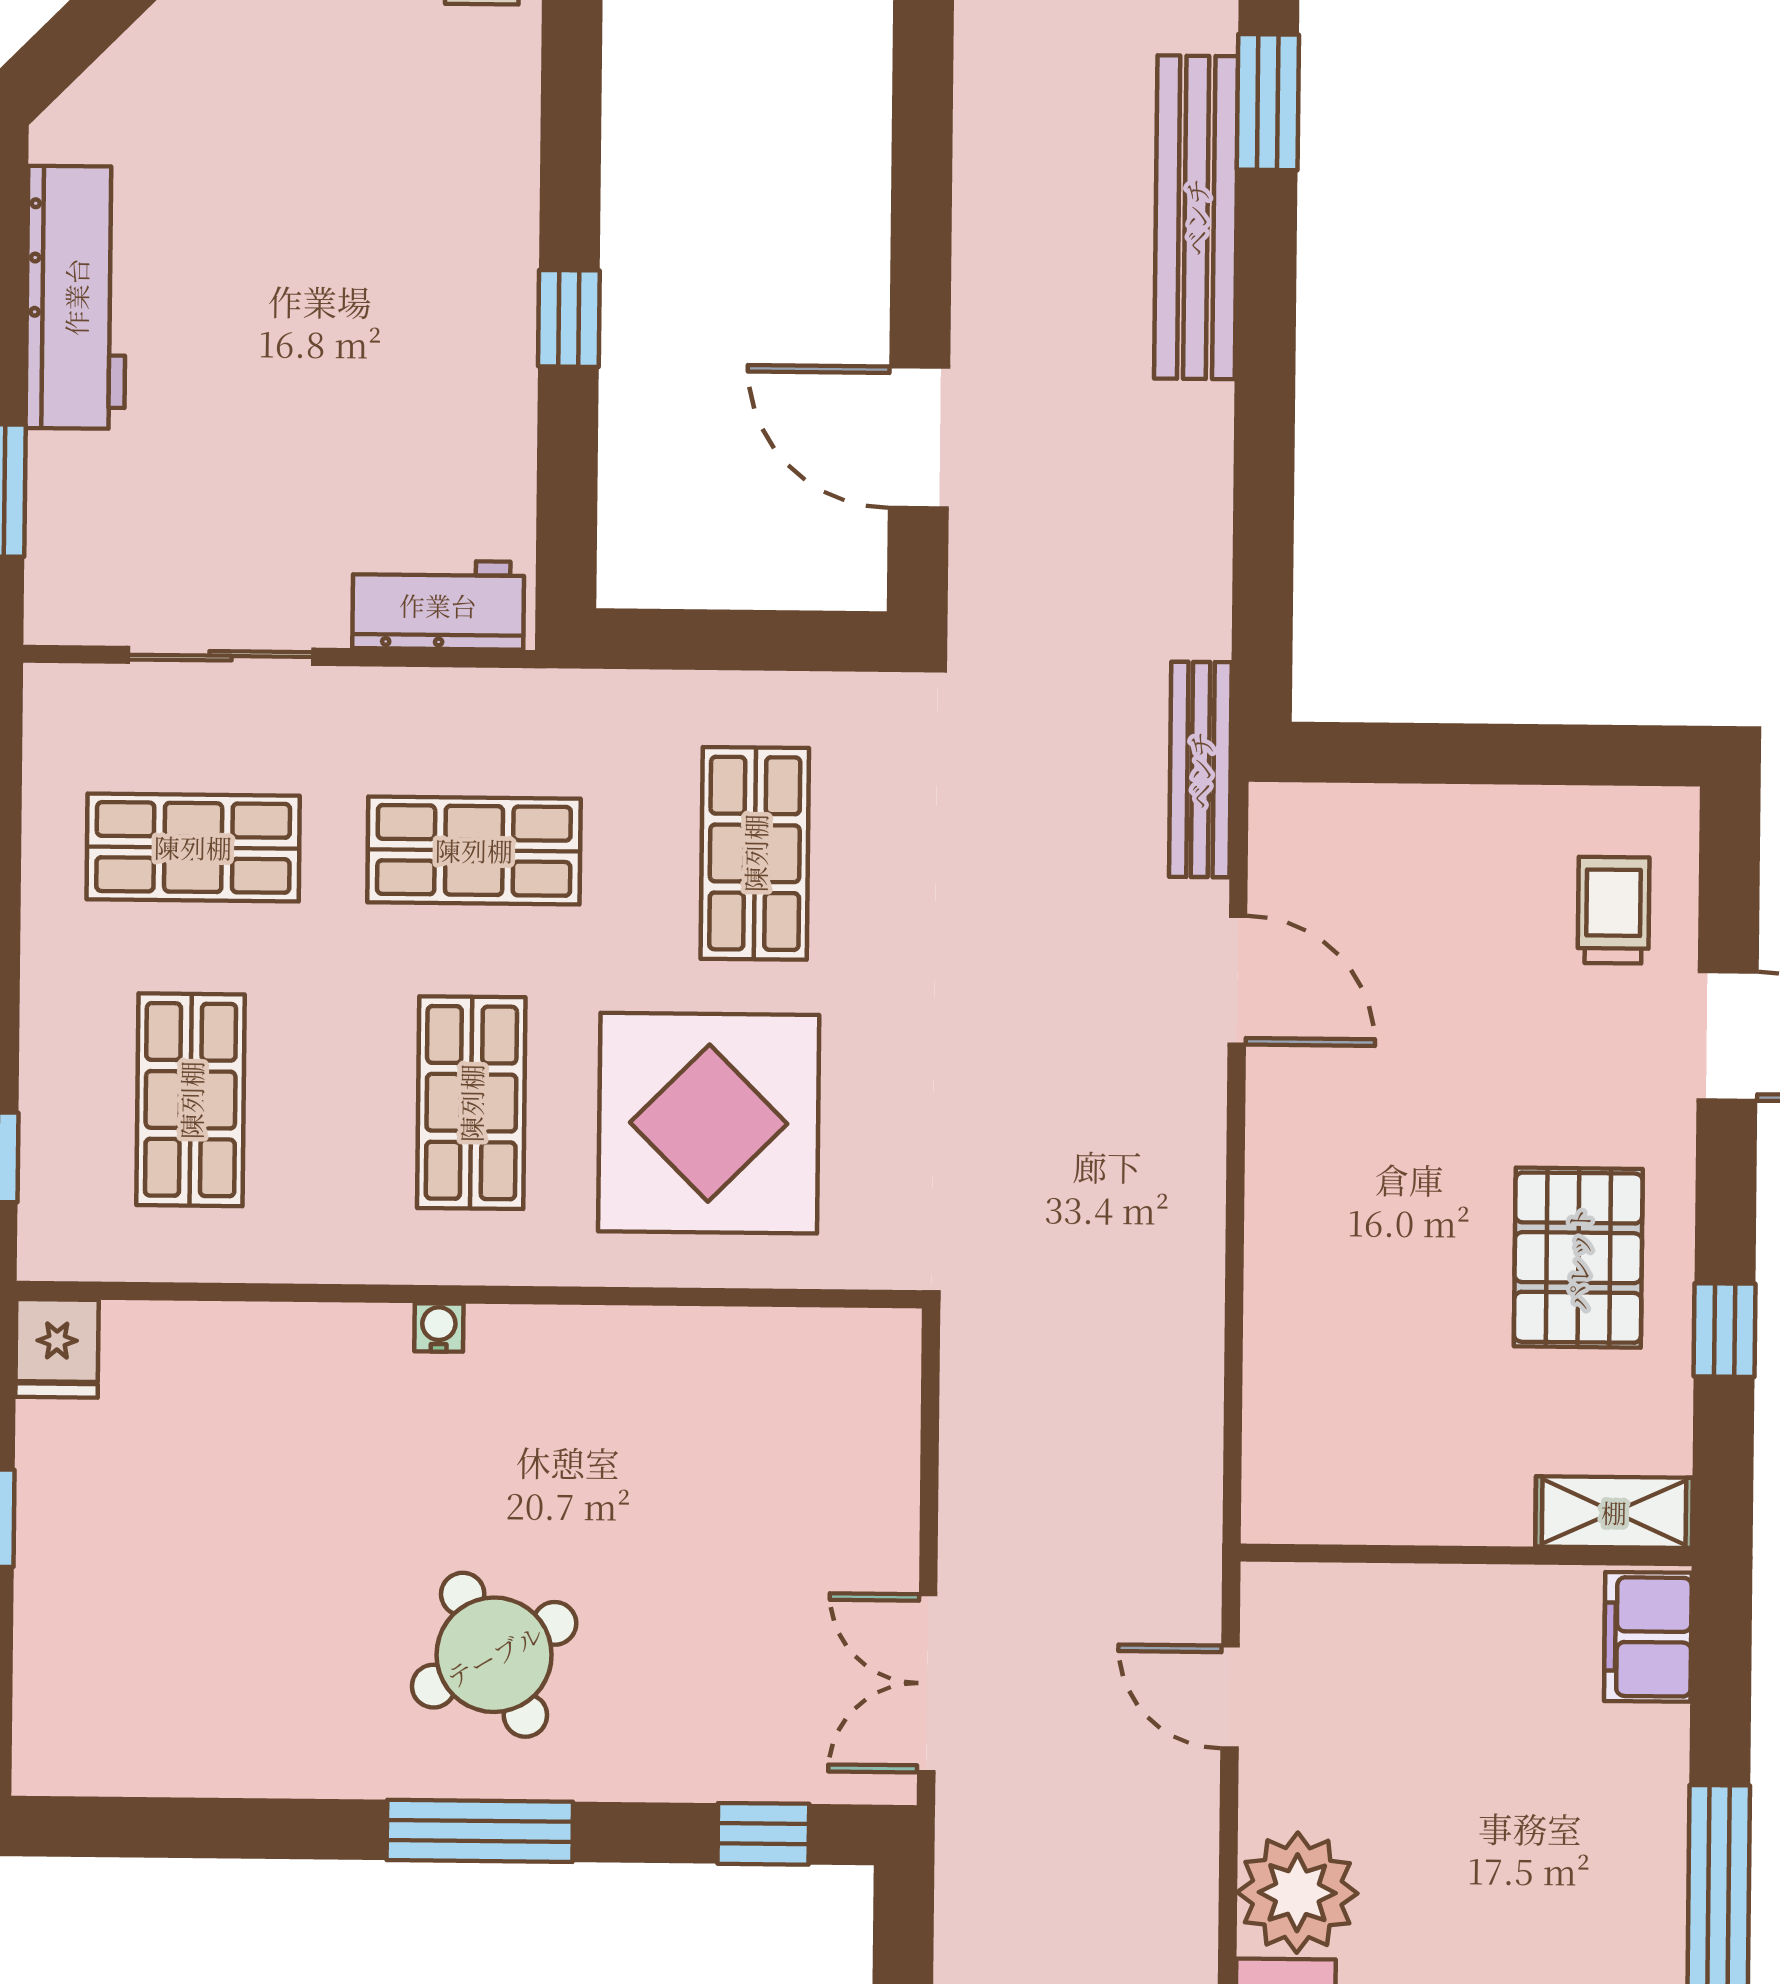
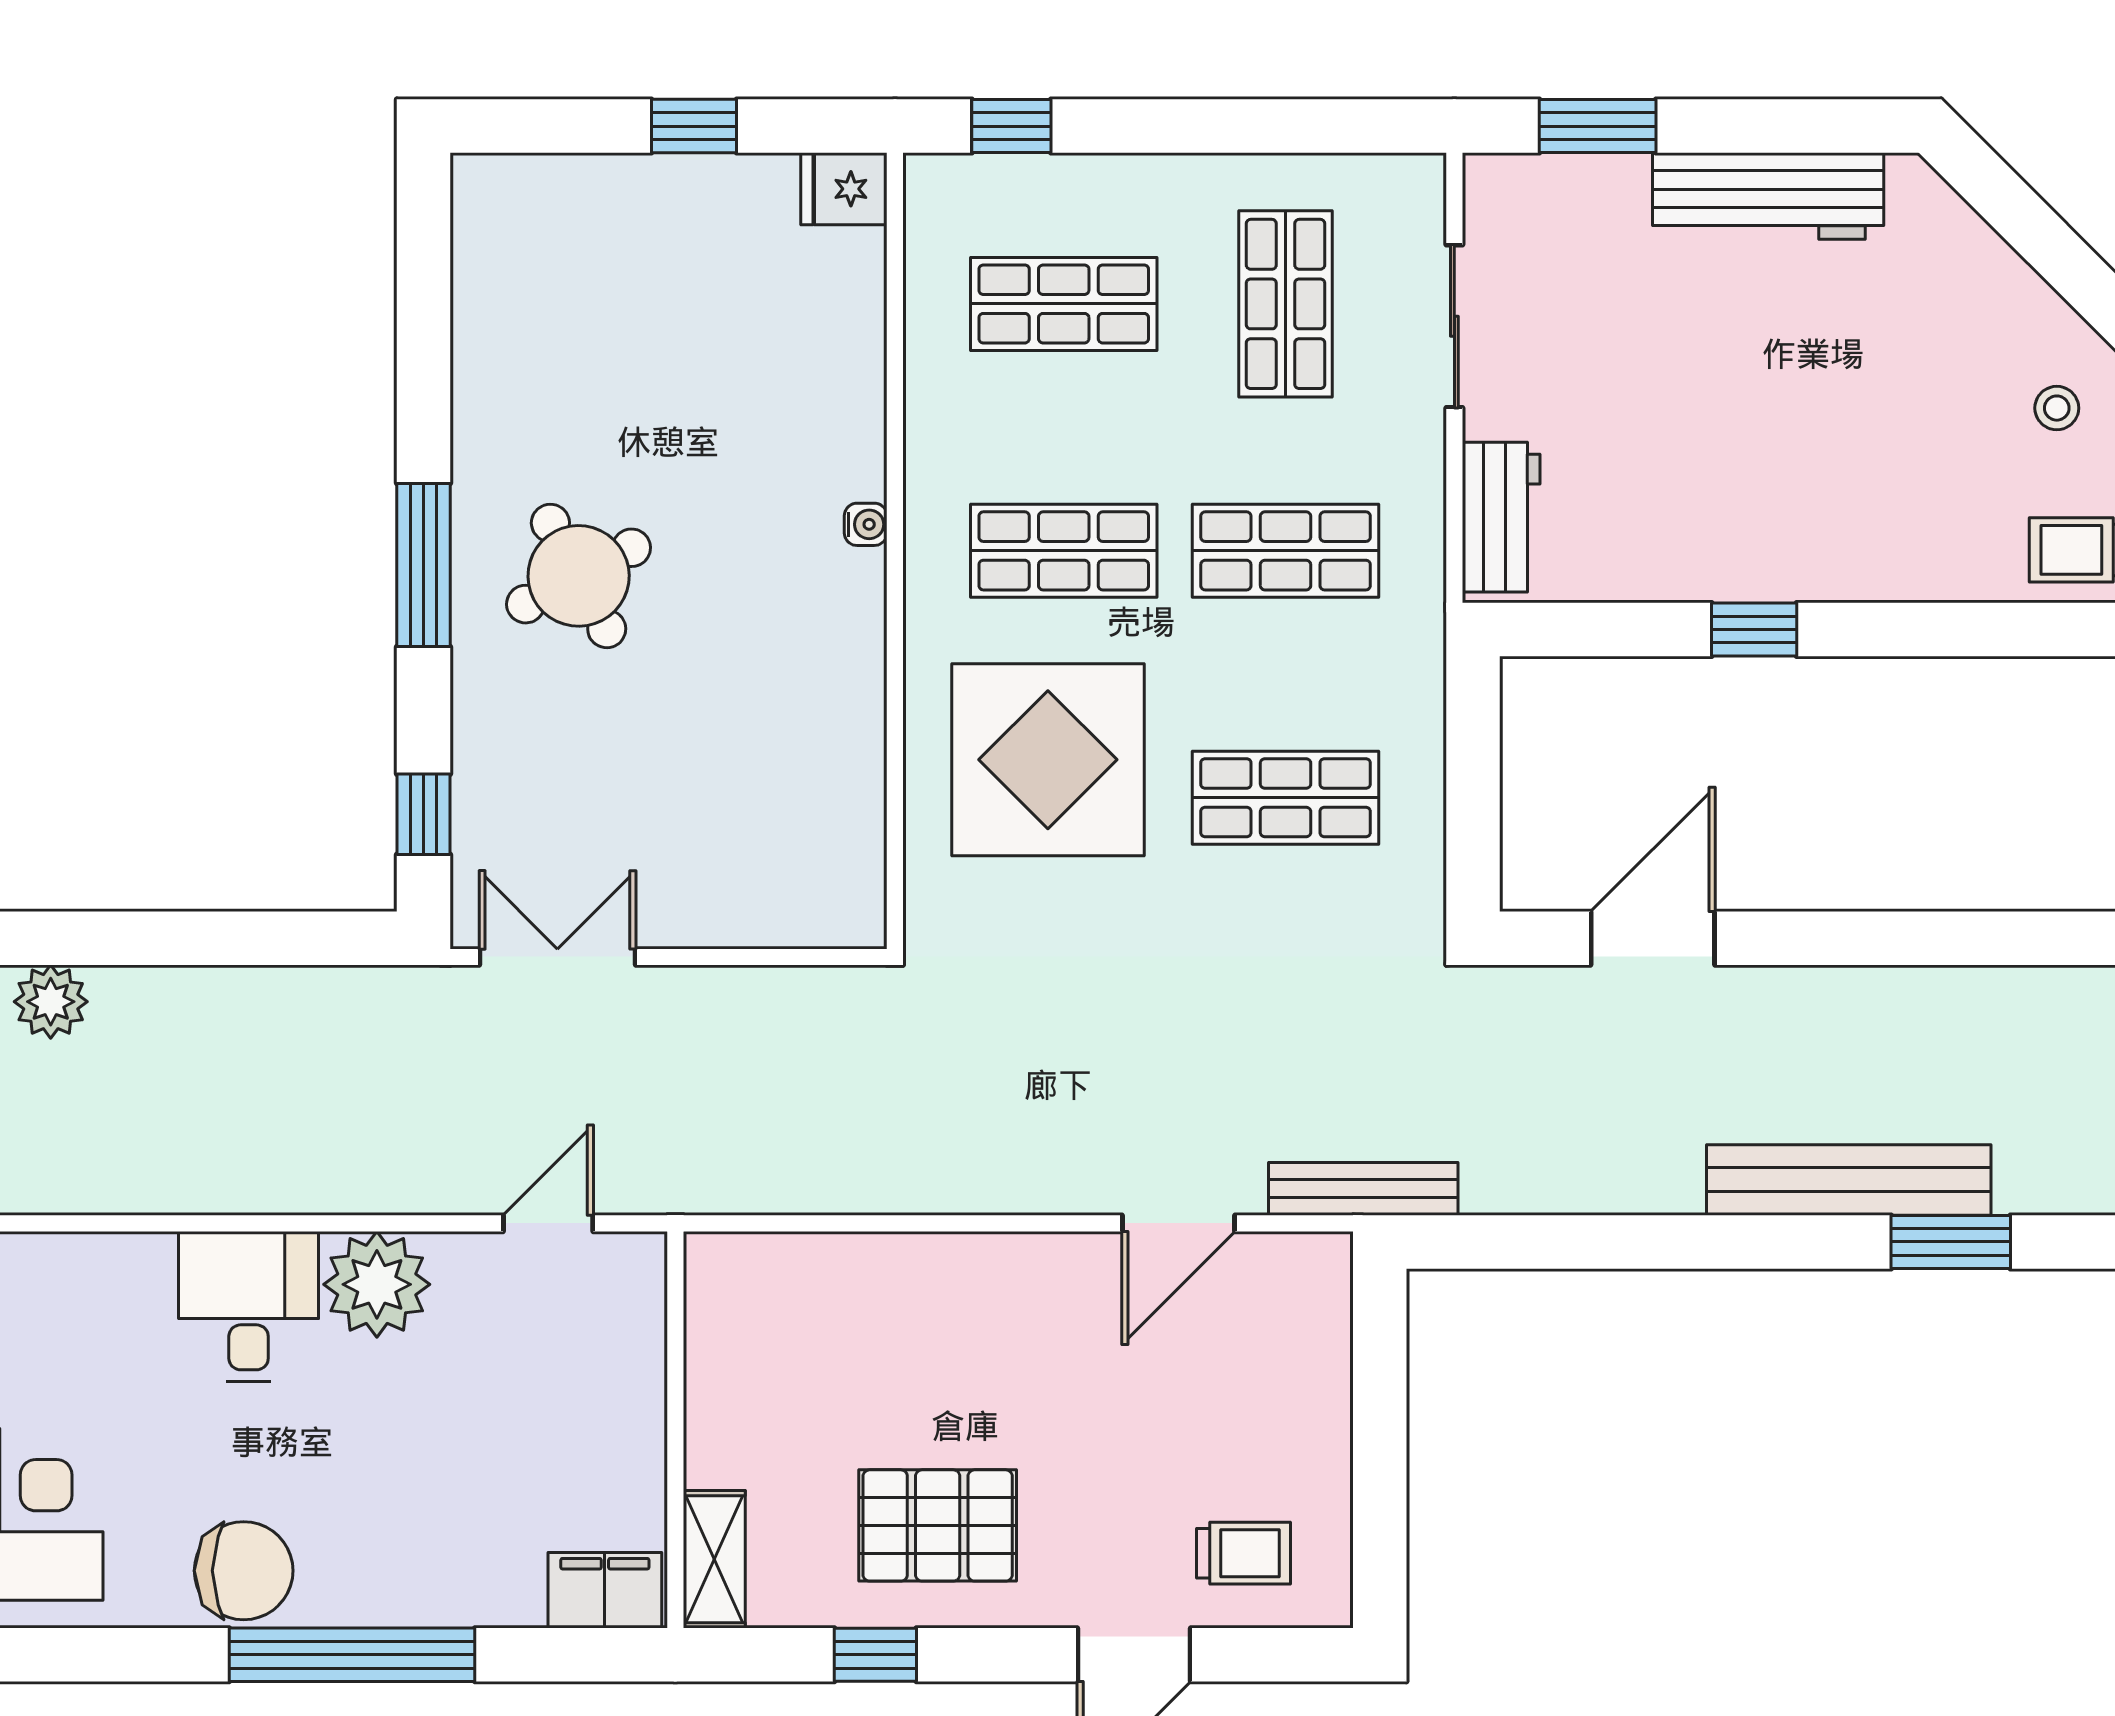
shop shelf: (474, 850) -> (1286, 551), turned 90

